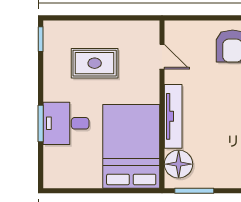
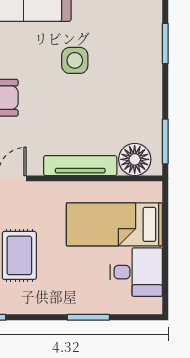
desk: (66, 123) -> (136, 272), moved, turned -90
bed: (131, 146) -> (114, 224), width x0.67

